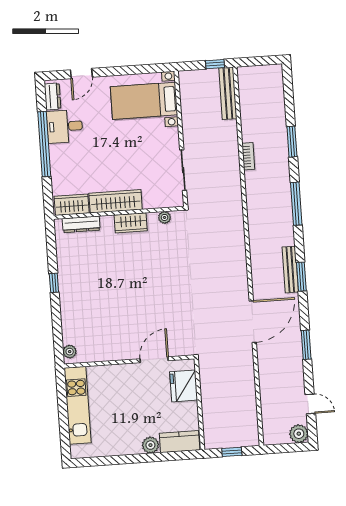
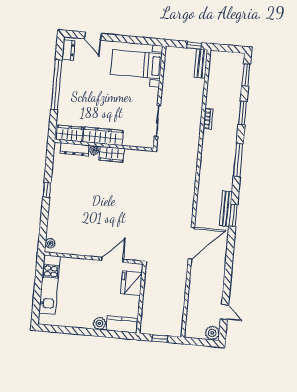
door: (81, 73) -> (93, 36), hinge flipped
bench: (228, 93) -> (201, 64), width x0.73
desk: (65, 126) -> (74, 74), removed
plant: (165, 217) -> (94, 150), moved
window: (306, 345) -> (246, 75), moved

